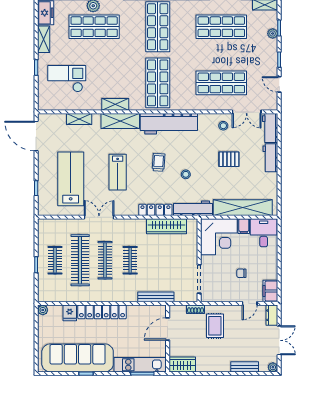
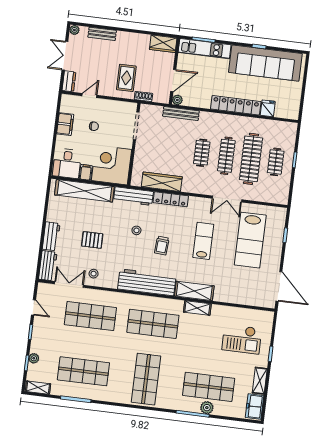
shop shelf: (158, 83) -> (153, 324), turned 90
shelving: (79, 119) -> (235, 298), removed
filing cabinet: (270, 291) -> (65, 124), moved
plant: (43, 310) -> (177, 100), moved

